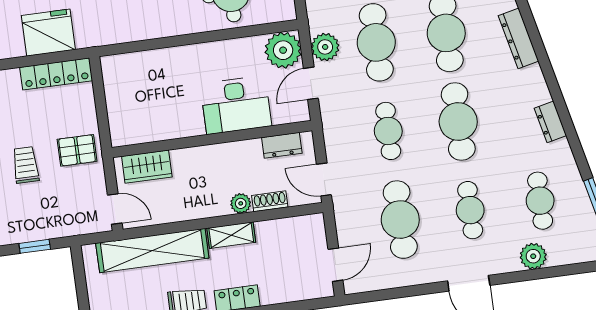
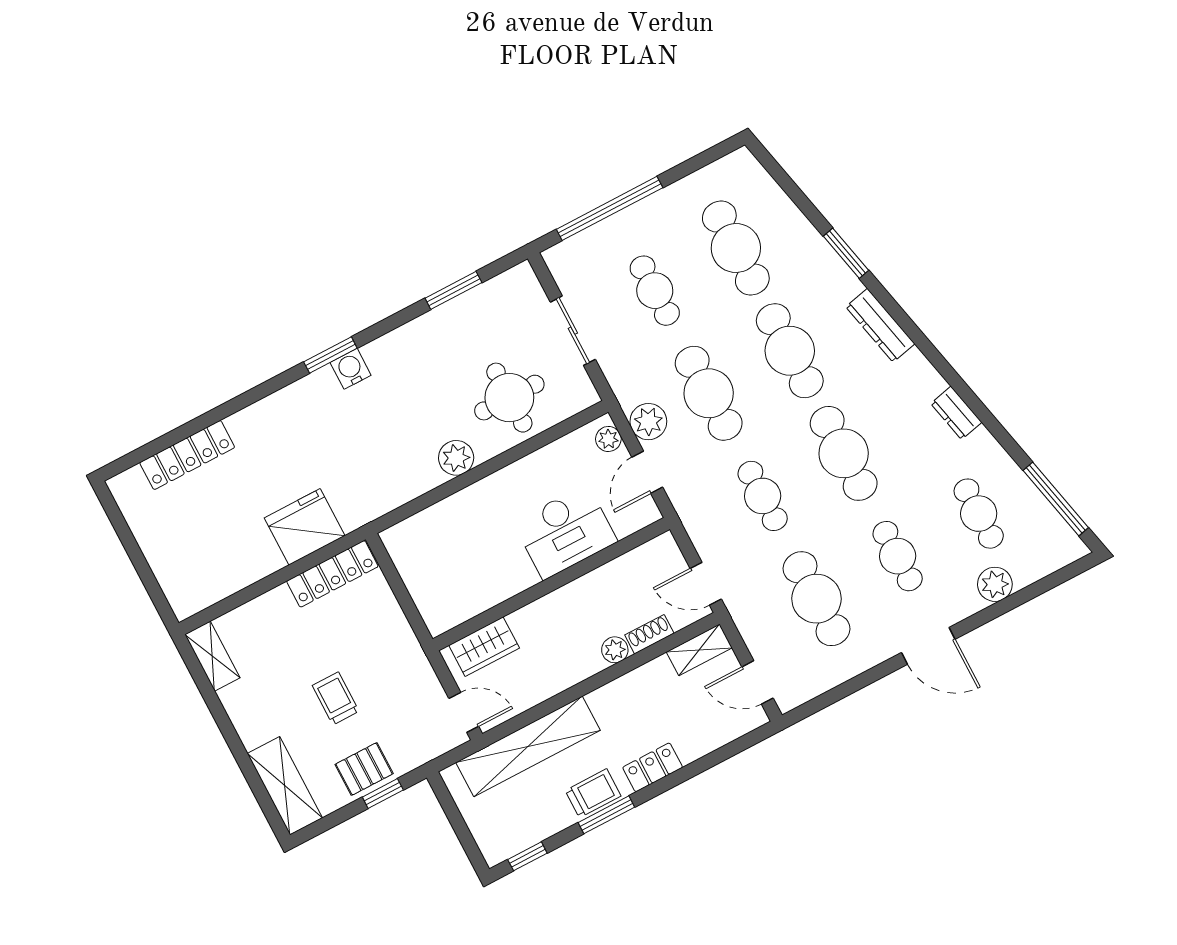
plant: (176, 23) -> (456, 458), added
plant: (283, 50) -> (608, 439), width x0.53, depth x0.53
dresser: (282, 145) -> (639, 561), removed
pallet: (77, 150) -> (364, 769), moved
shelving: (231, 235) -> (699, 650), moved
door: (335, 265) -> (758, 682), swing flipped

